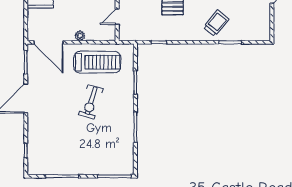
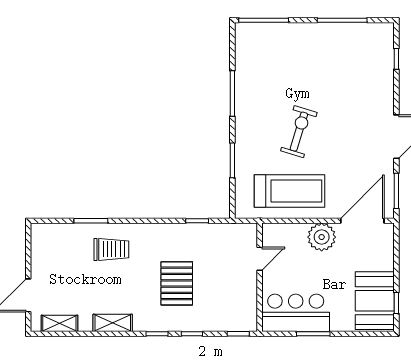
trolley: (216, 23) -> (111, 249), turned -130
plant: (80, 36) -> (322, 237), width x1.87, depth x1.87
door: (48, 42) -> (362, 221), hinge flipped
treadmill: (97, 62) -> (289, 191), turned 180

